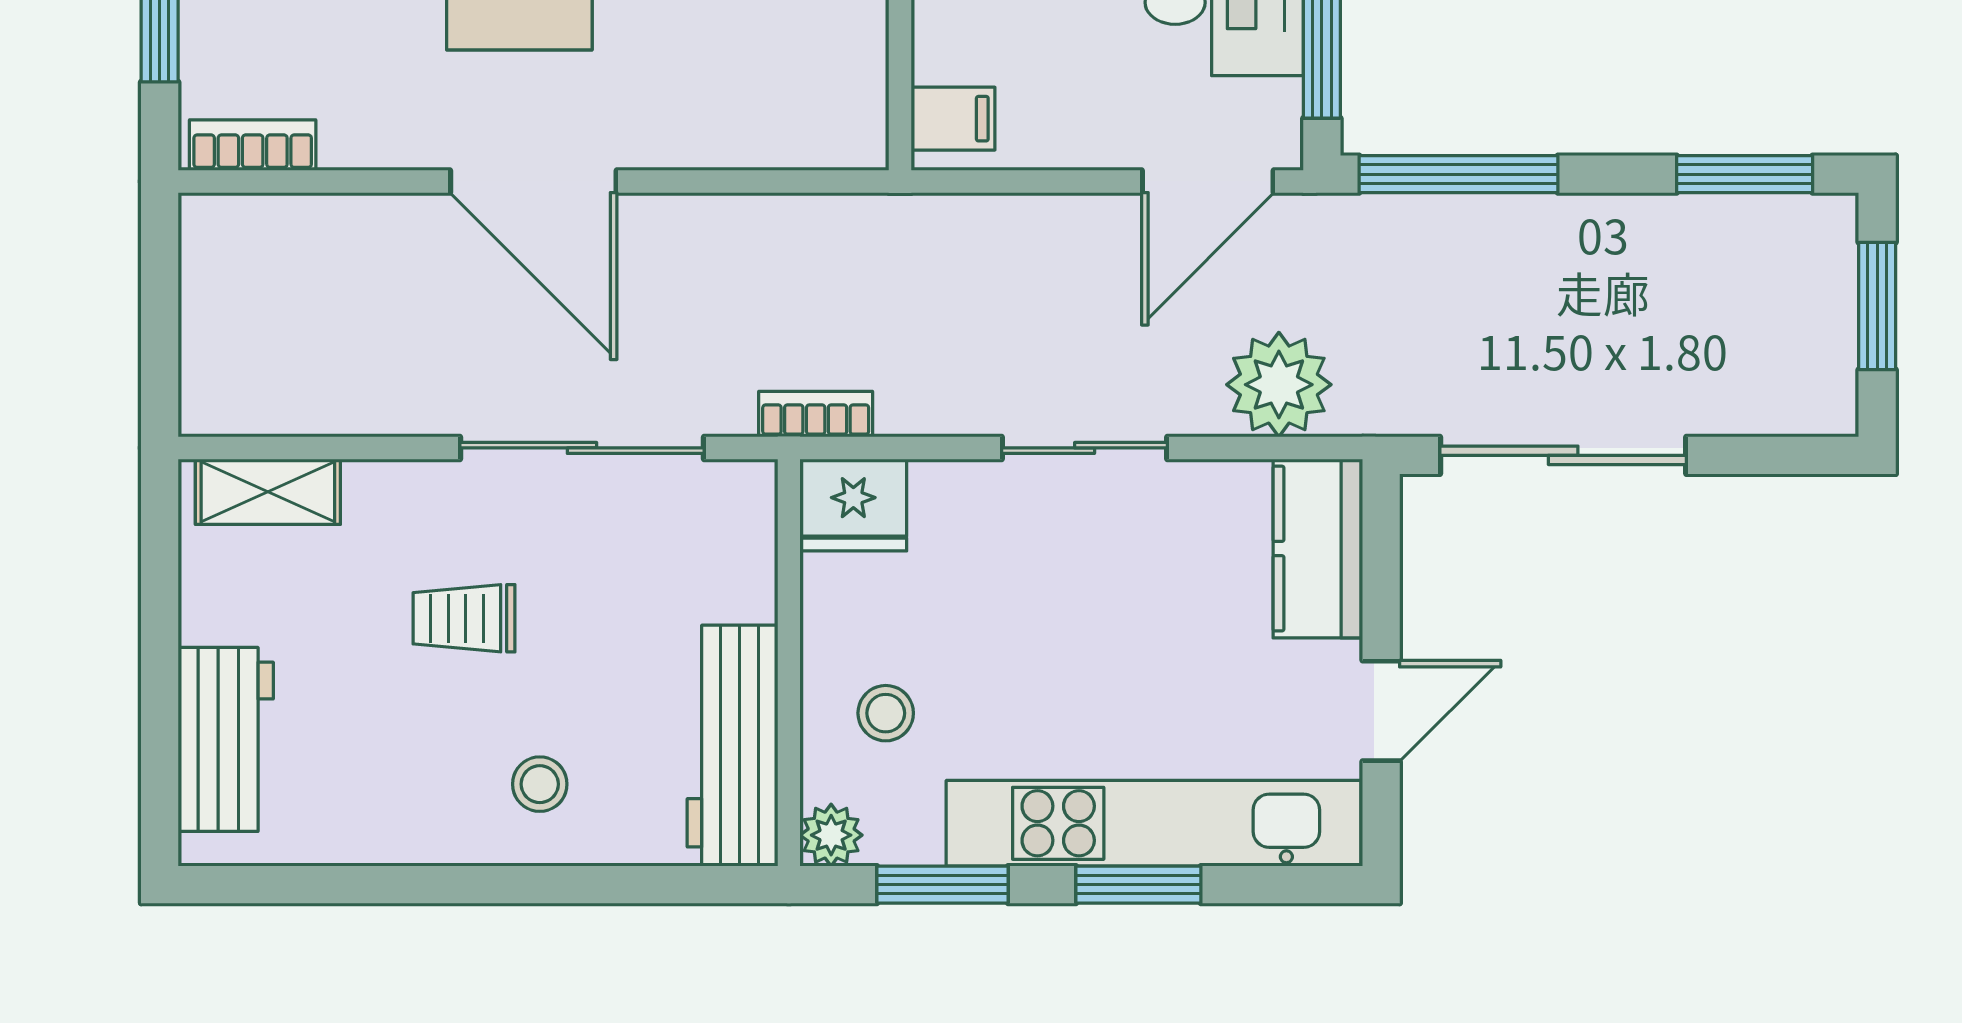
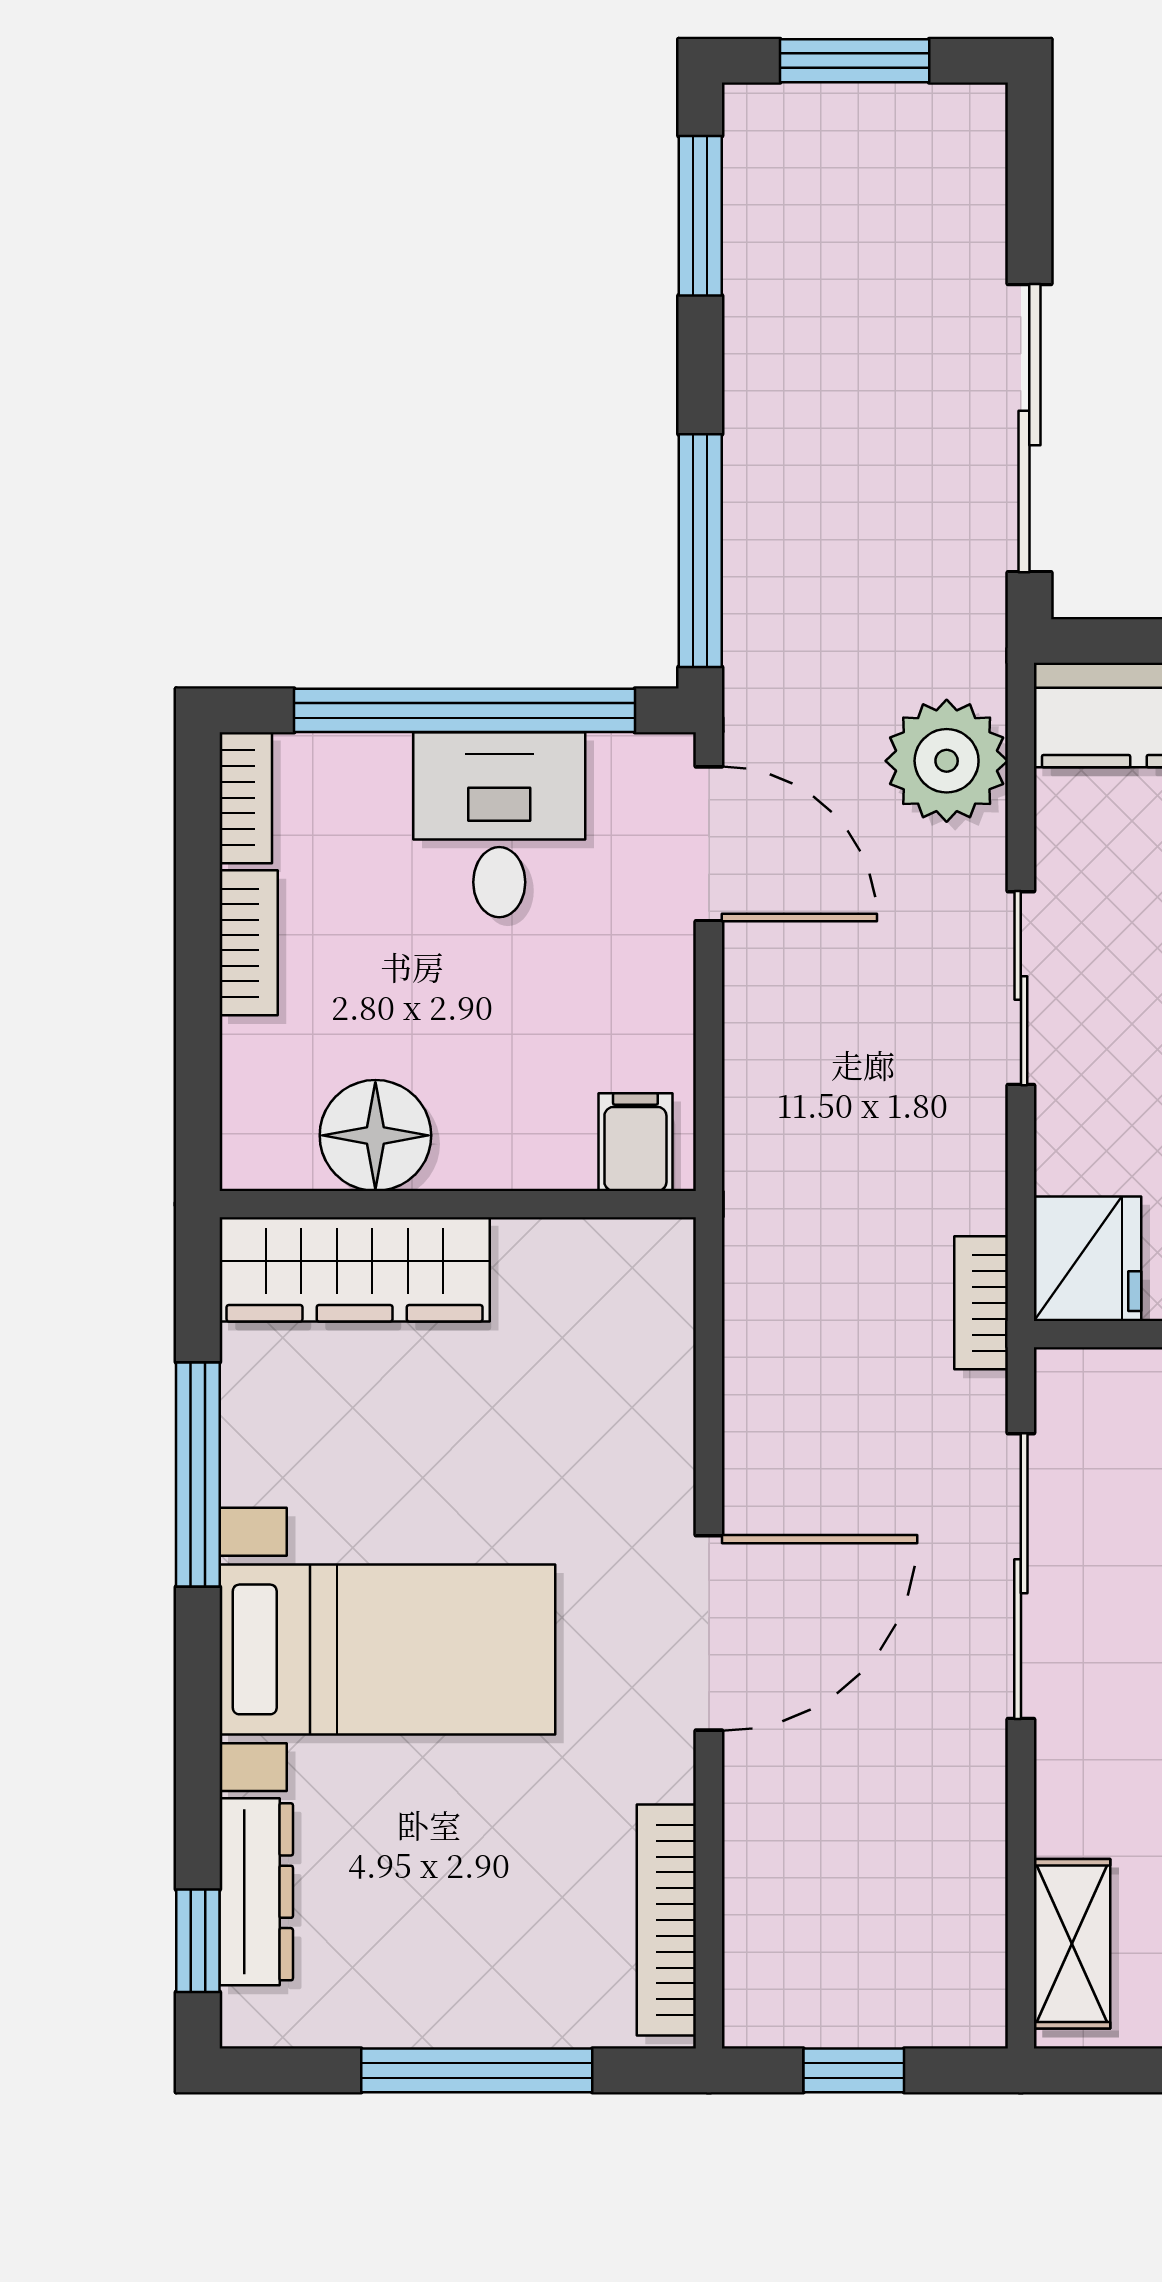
bookcase: (253, 145) -> (666, 1920), width x1.56
window: (160, 305) -> (854, 2070), added

